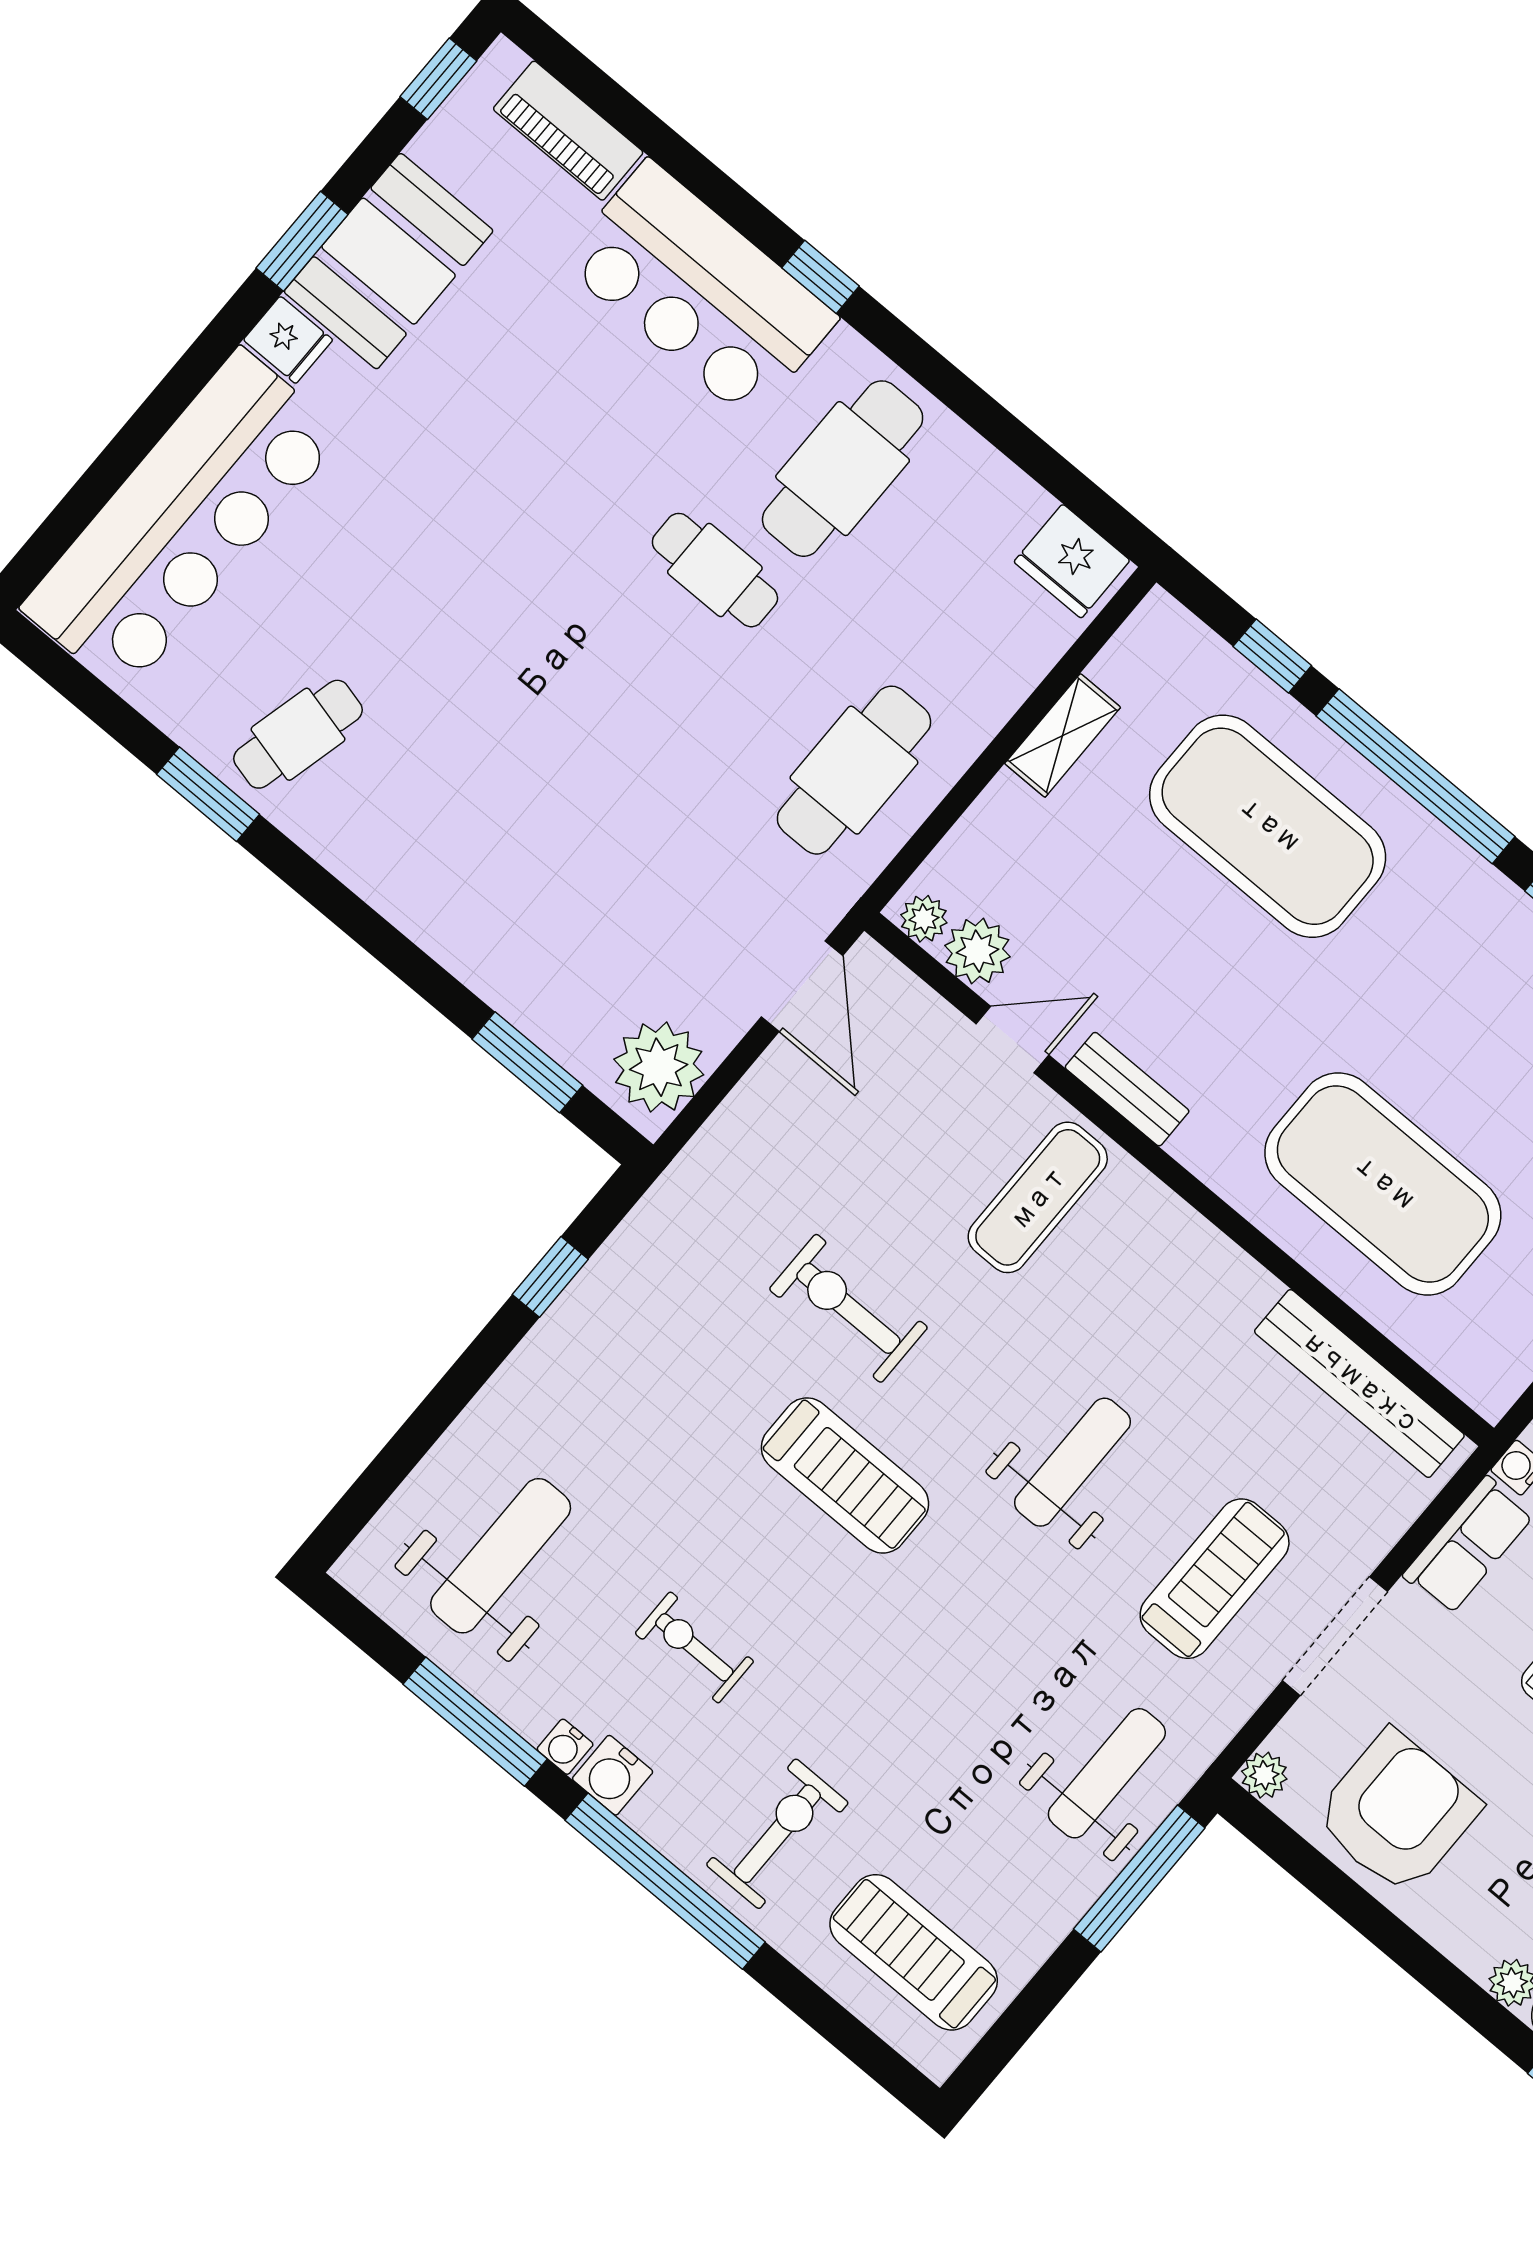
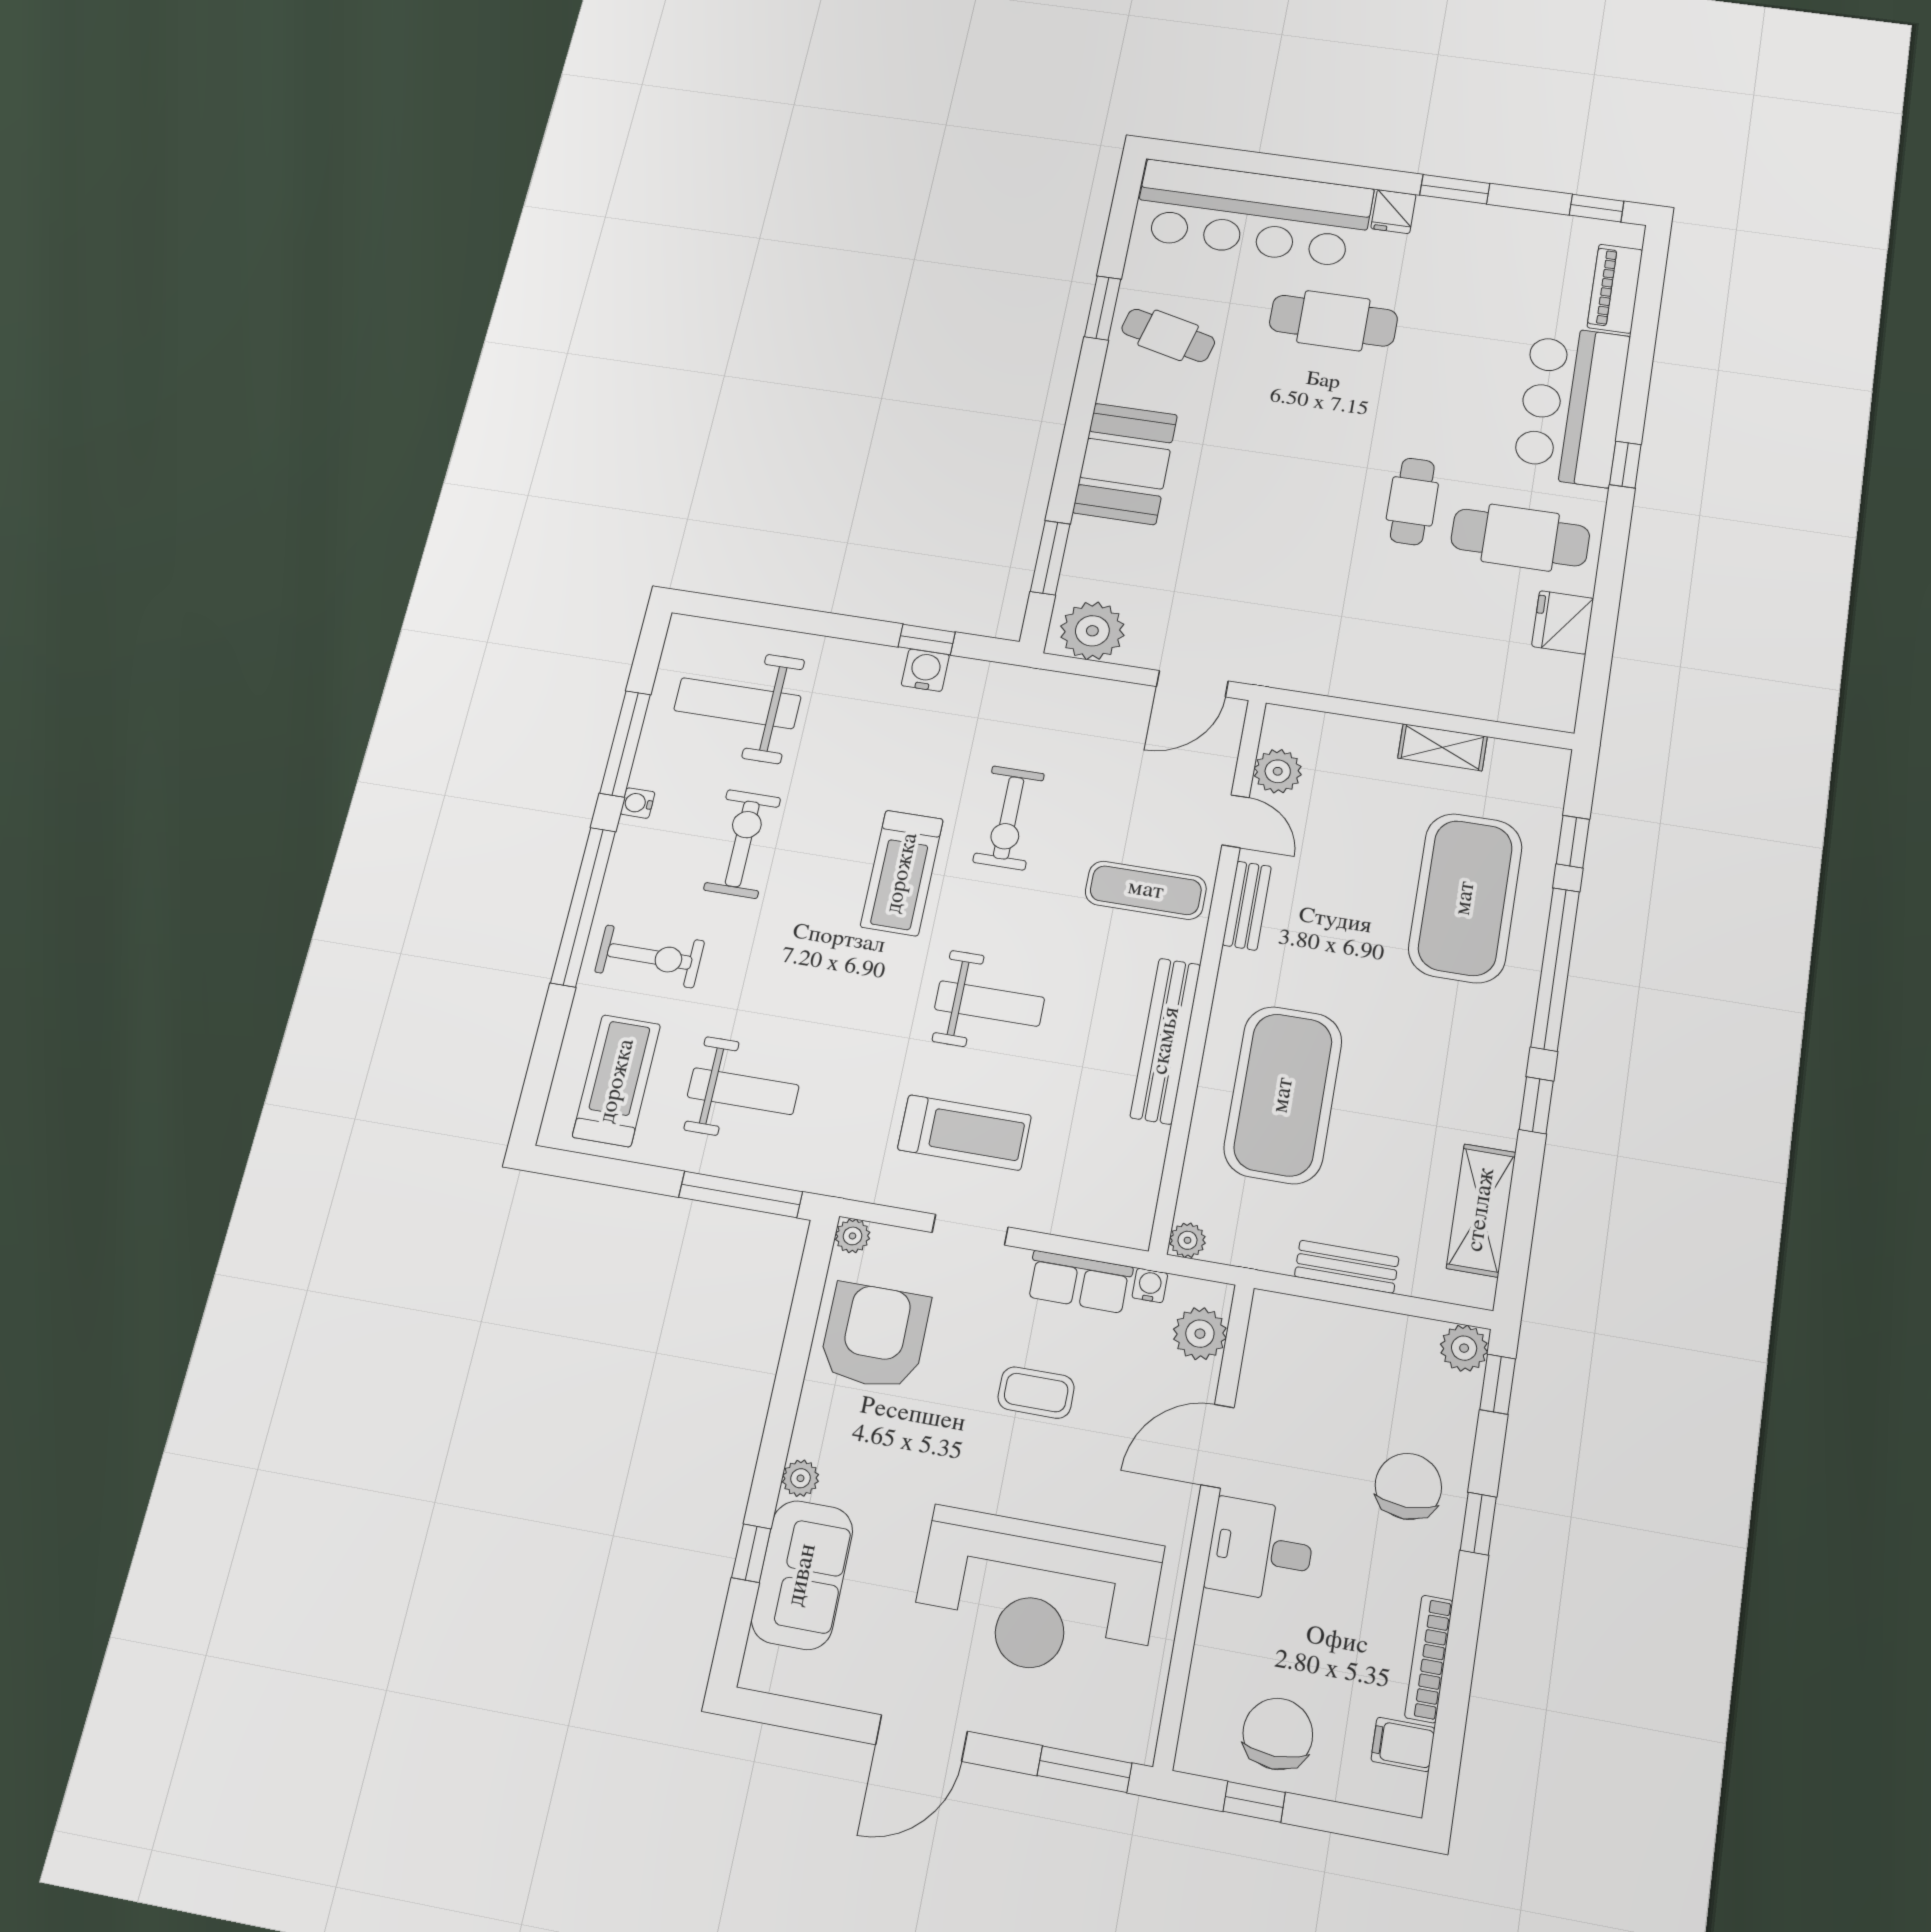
booth: (389, 261) -> (1125, 464), moved, turned 90
fridge: (1072, 561) -> (1563, 622), moved
cafe table: (854, 770) -> (1333, 321), moved
plant: (924, 919) -> (1188, 1240), moved
exercise bike: (848, 1308) -> (1009, 818), turned 180
bench: (1359, 1384) -> (1166, 1041), moved
weight bench: (501, 1556) -> (737, 703), turned 180
doorway: (1335, 1636) -> (970, 1230), width x0.73
exercise bike: (694, 1647) -> (742, 844), width x1.38, depth x1.39
weight bench: (1107, 1773) -> (743, 1091), moved
water cooler: (613, 1775) -> (925, 670), moved, turned 90
armchair: (1397, 1812) -> (875, 1336), turned -90

